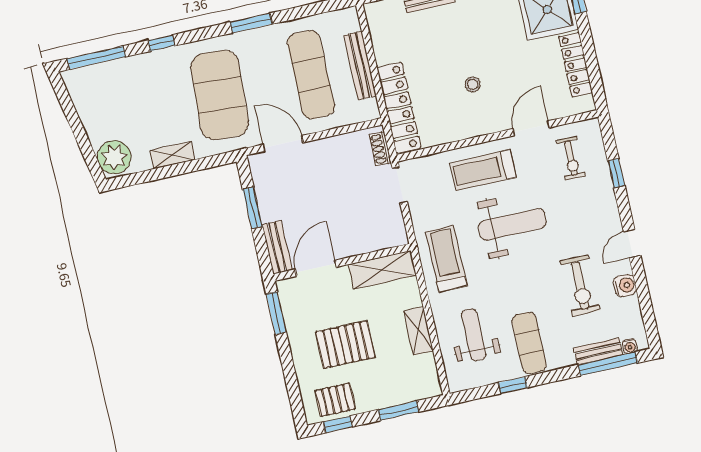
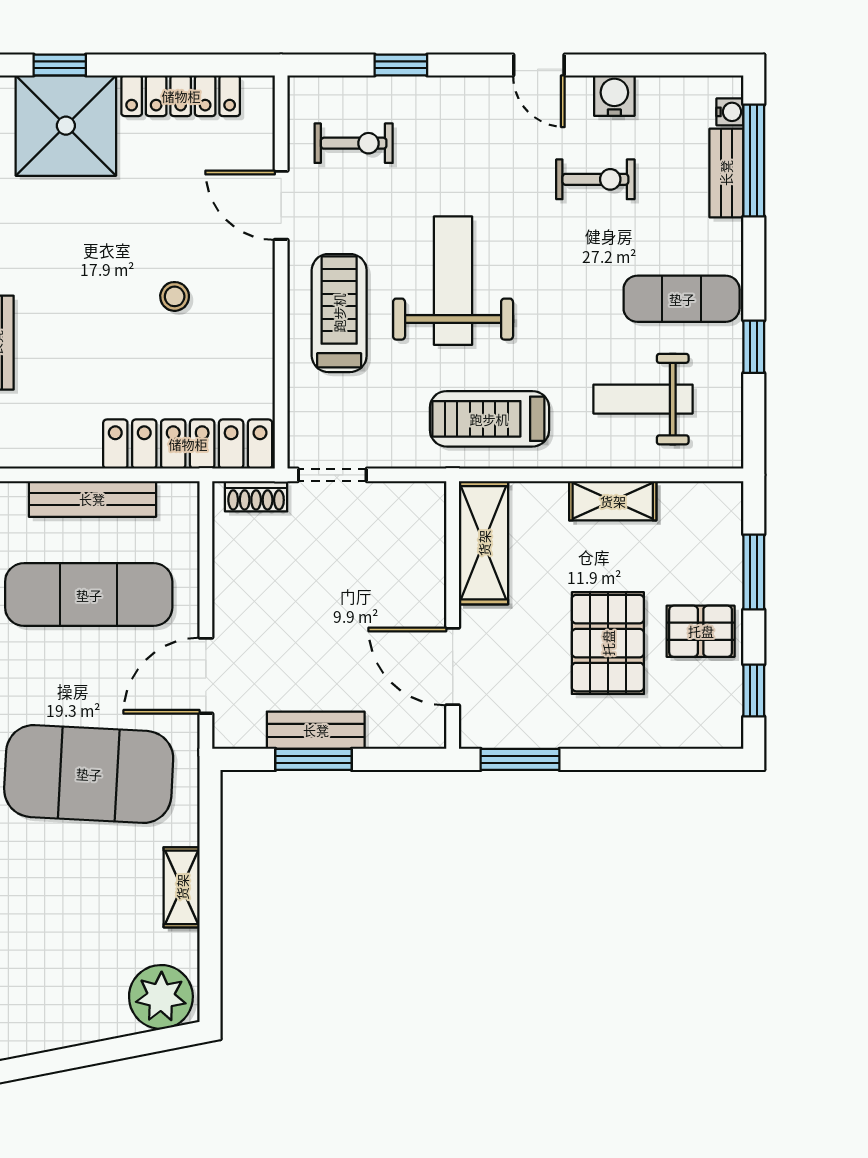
treadmill: (483, 170) -> (339, 313), turned 180
bench: (277, 247) -> (316, 730), moved
exercise bike: (580, 285) -> (595, 179), width x0.73, depth x0.72
pallet: (335, 400) -> (701, 631), moved, turned 90

